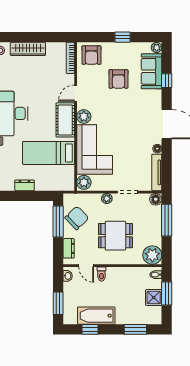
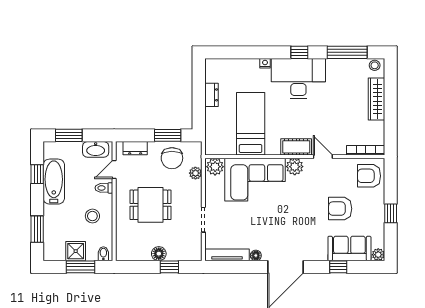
cot: (65, 120) -> (296, 147), width x0.73, depth x0.75
plant: (107, 198) -> (195, 173), moved
floor lamp: (156, 199) -> (159, 254), moved
chair: (77, 218) -> (172, 158), turned 44
window: (167, 220) -> (169, 267), width x0.46
window: (58, 221) -> (168, 135), width x0.69
dining table: (115, 236) -> (150, 205), turned 90
plant: (152, 255) -> (127, 250), removed
washbasin: (68, 276) -> (96, 149), width x1.91, depth x1.45
stool: (125, 284) -> (92, 216), added

